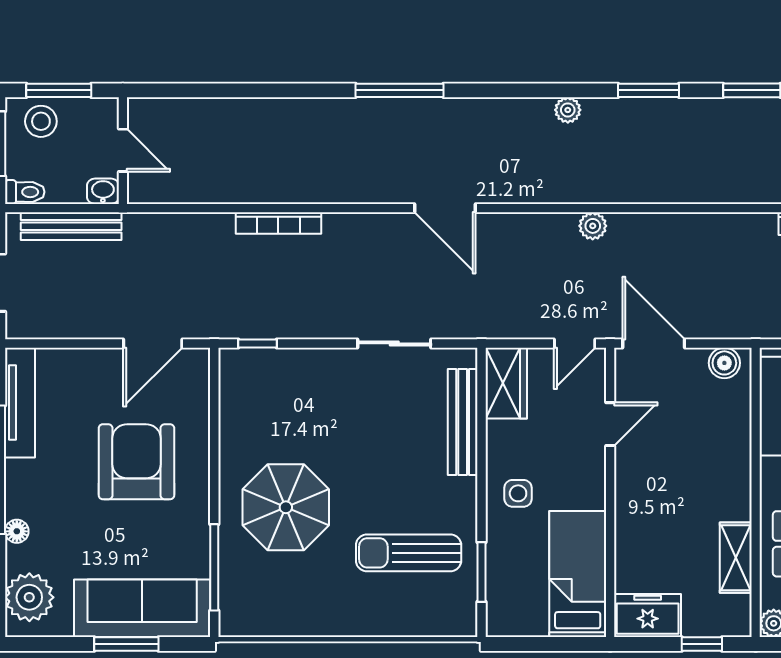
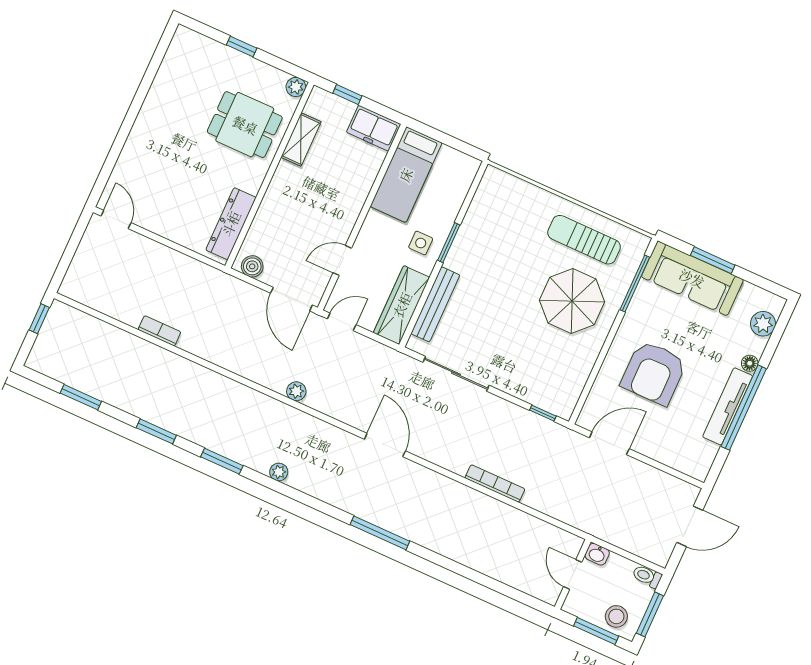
bench: (71, 226) -> (627, 541), removed
sliding door: (394, 343) -> (456, 374), width x1.37
wardrobe: (506, 383) -> (402, 305), width x1.50
tv unit: (20, 403) -> (728, 406), moved
sun lounger: (409, 553) -> (584, 240), moved, turned 180
window: (482, 572) -> (449, 243), moved
plant: (29, 597) -> (763, 324), width x0.73, depth x0.73

